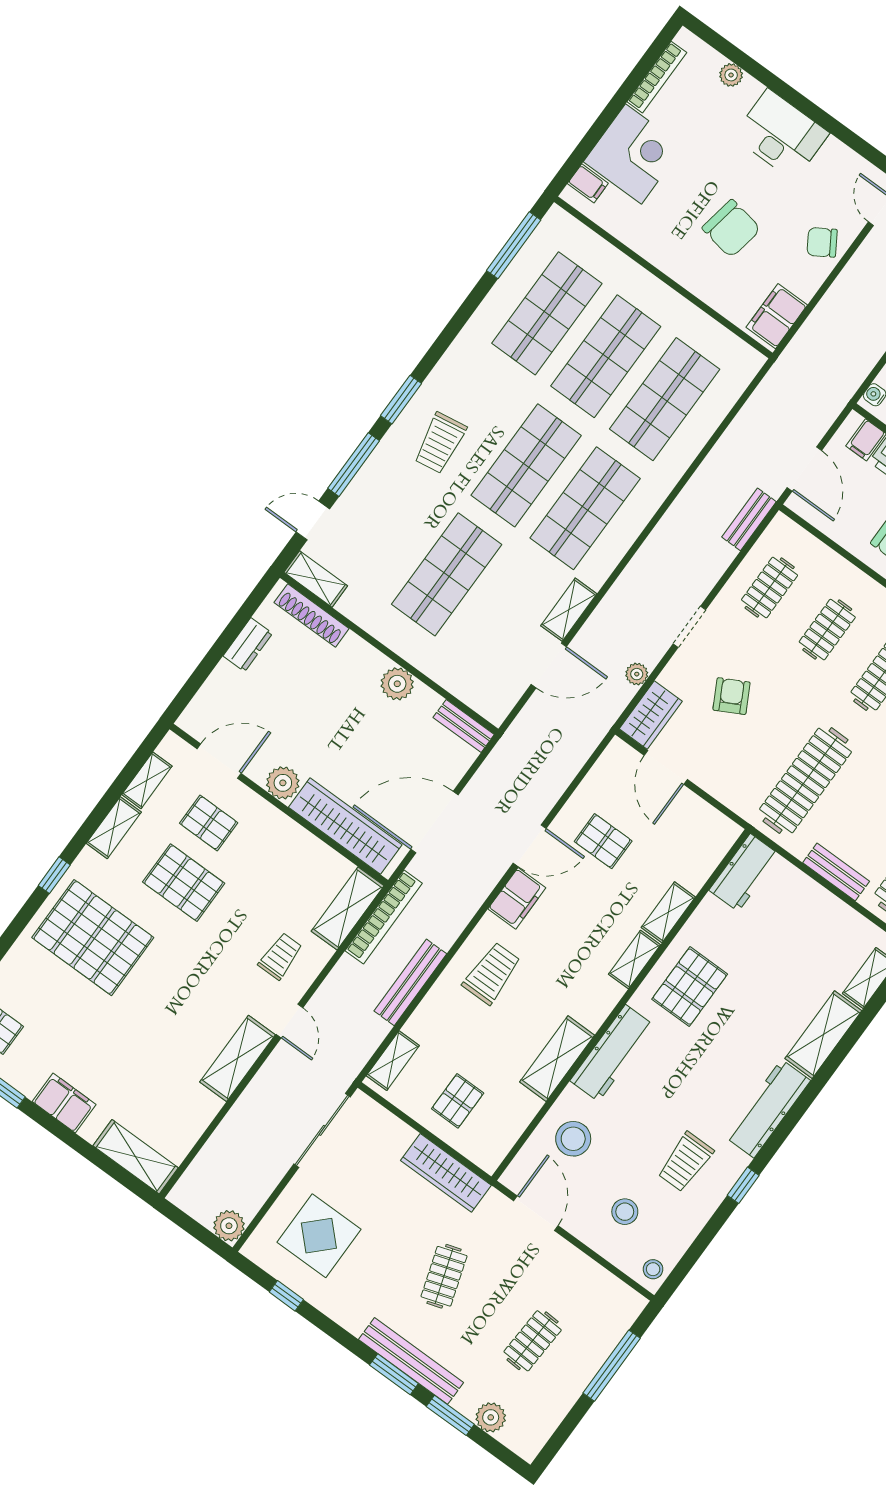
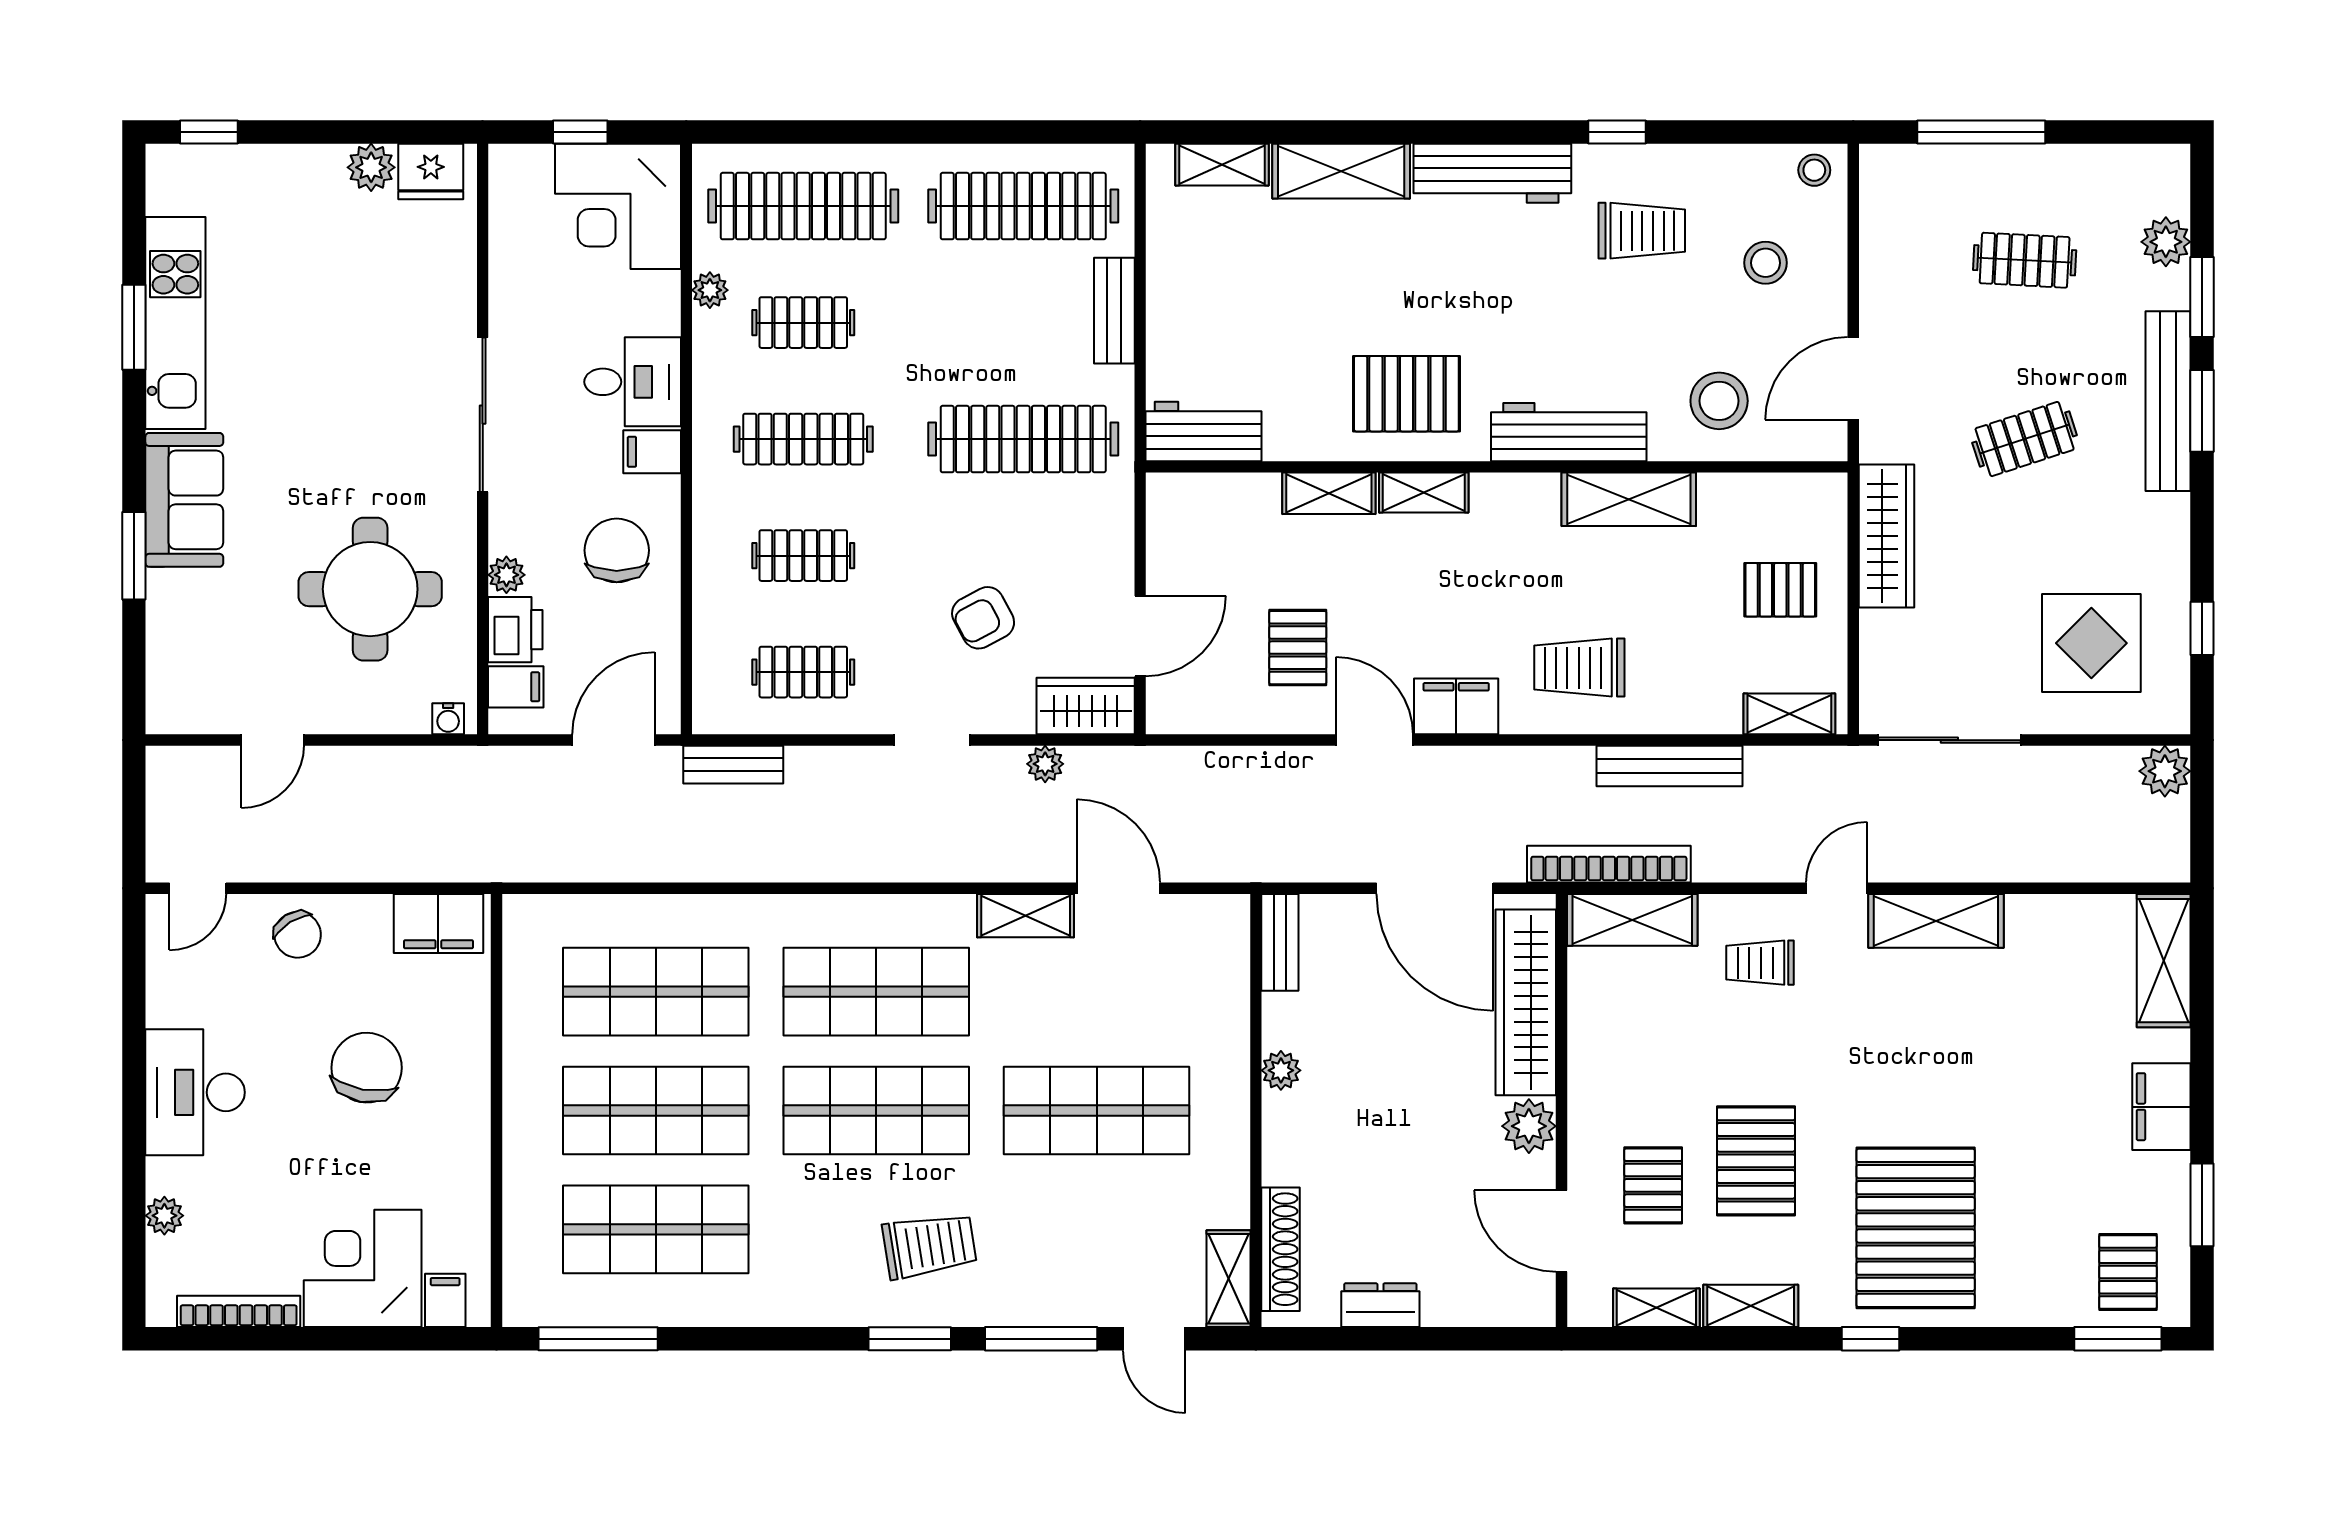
plant: (397, 684) -> (1281, 1070), width x0.73, depth x0.73

